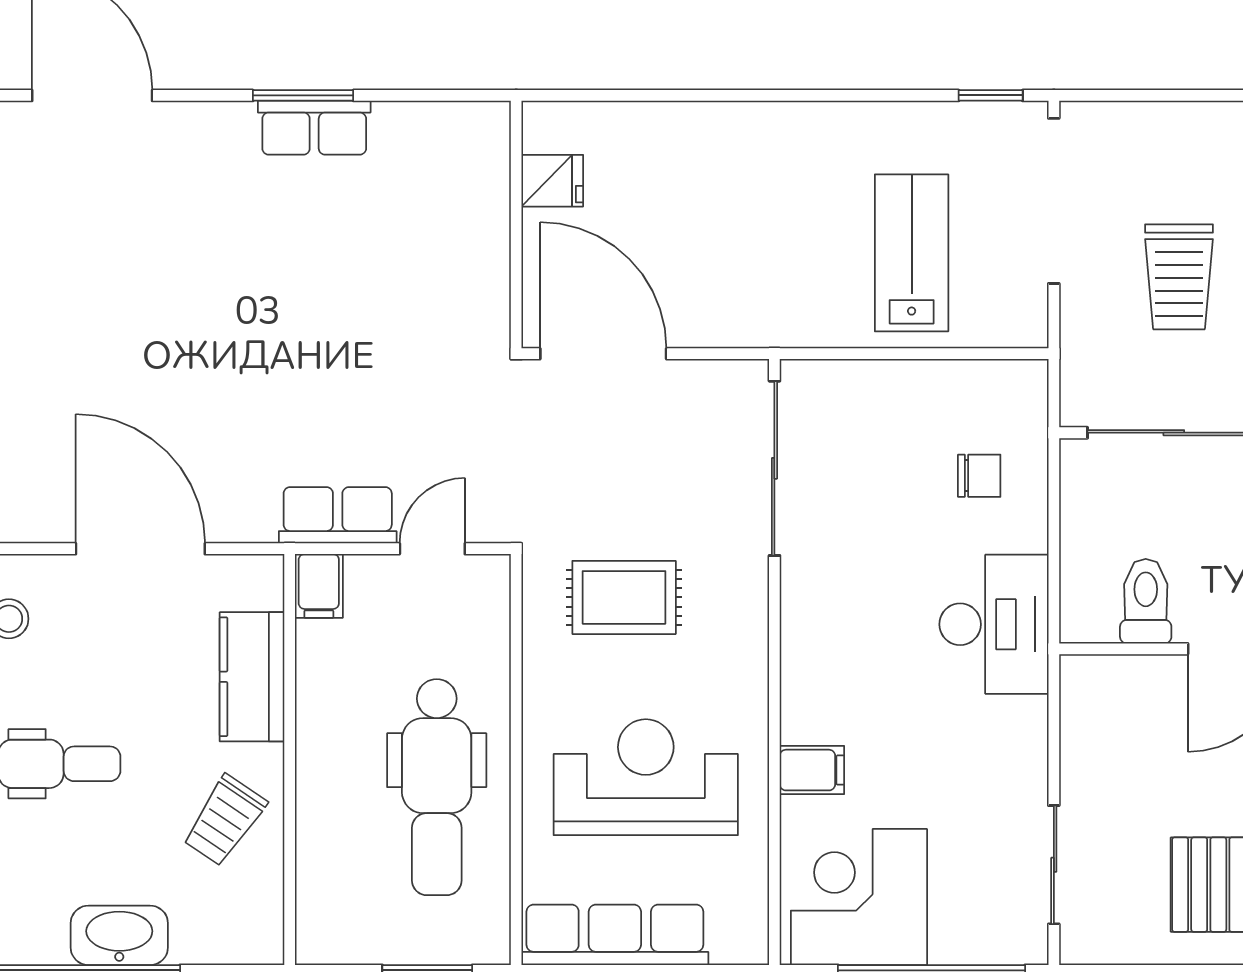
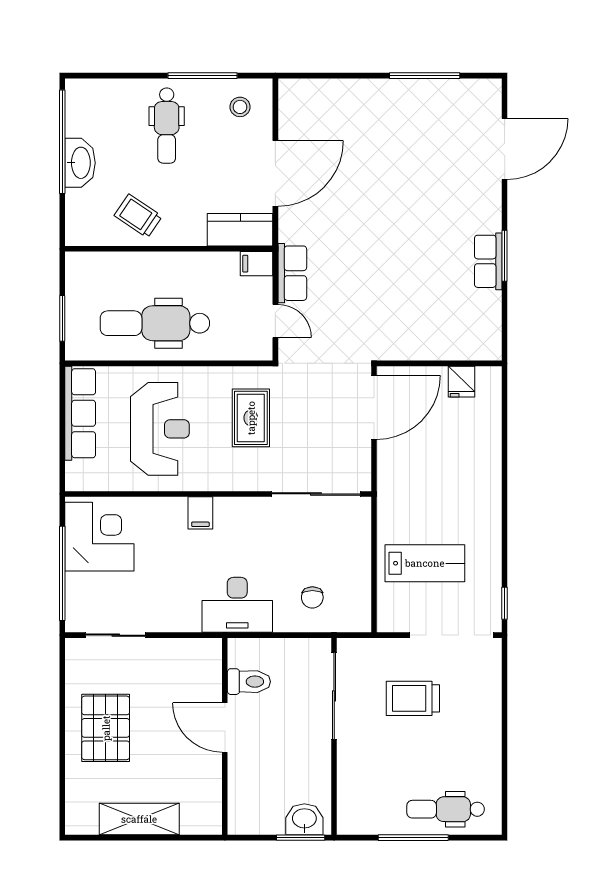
kitchen counter: (252, 677) -> (240, 230), moved
filing cabinet: (812, 770) -> (200, 513), moved

